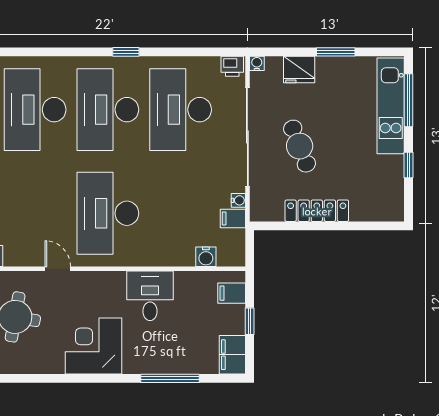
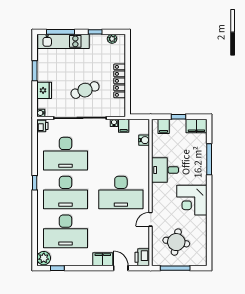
plant: (396, 197) -> (112, 39), added

